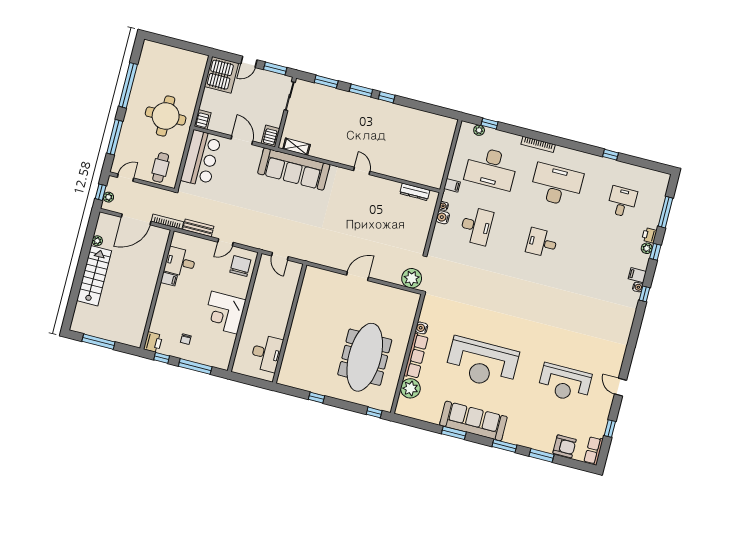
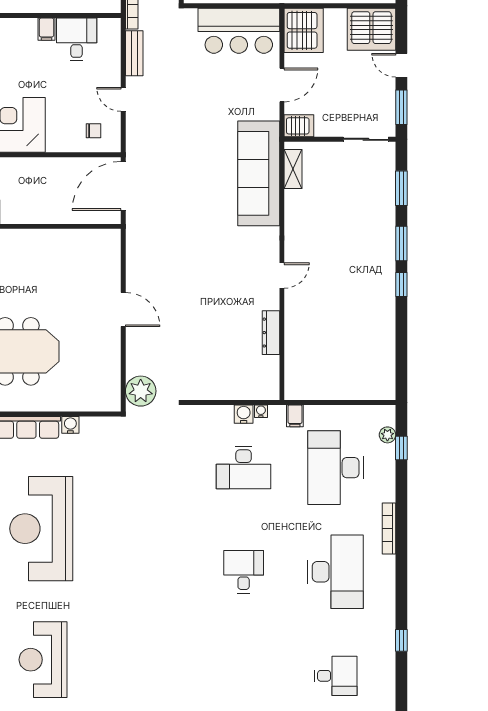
server rack: (203, 119) -> (304, 30), width x2.18, depth x1.44
dresser: (415, 192) -> (271, 333), moved
door: (280, 256) -> (123, 186), width x1.87
chair: (240, 266) -> (93, 131), width x0.54, depth x0.54

